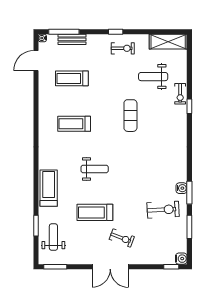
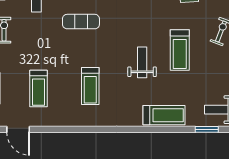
treadmill: (49, 188) -> (164, 115), turned 180
treadmill: (95, 212) -> (180, 50), moved

